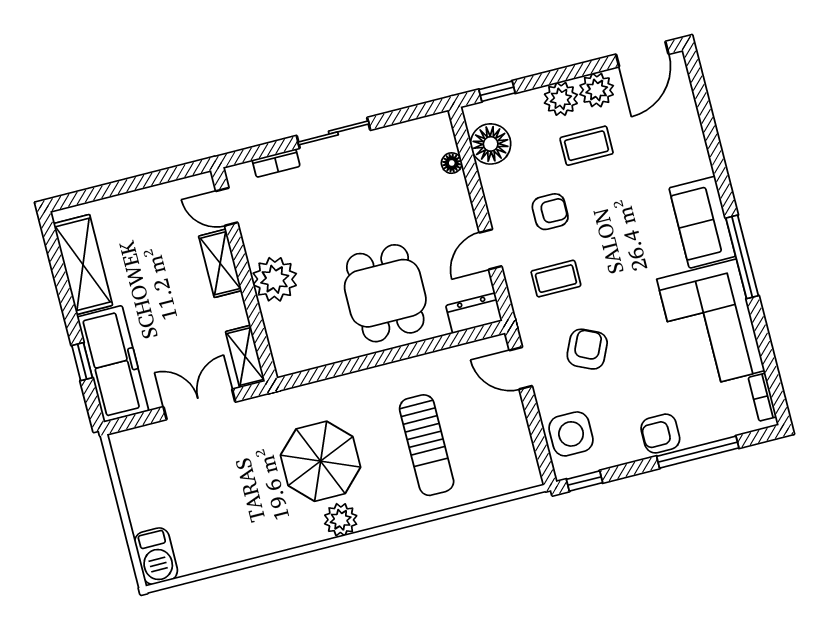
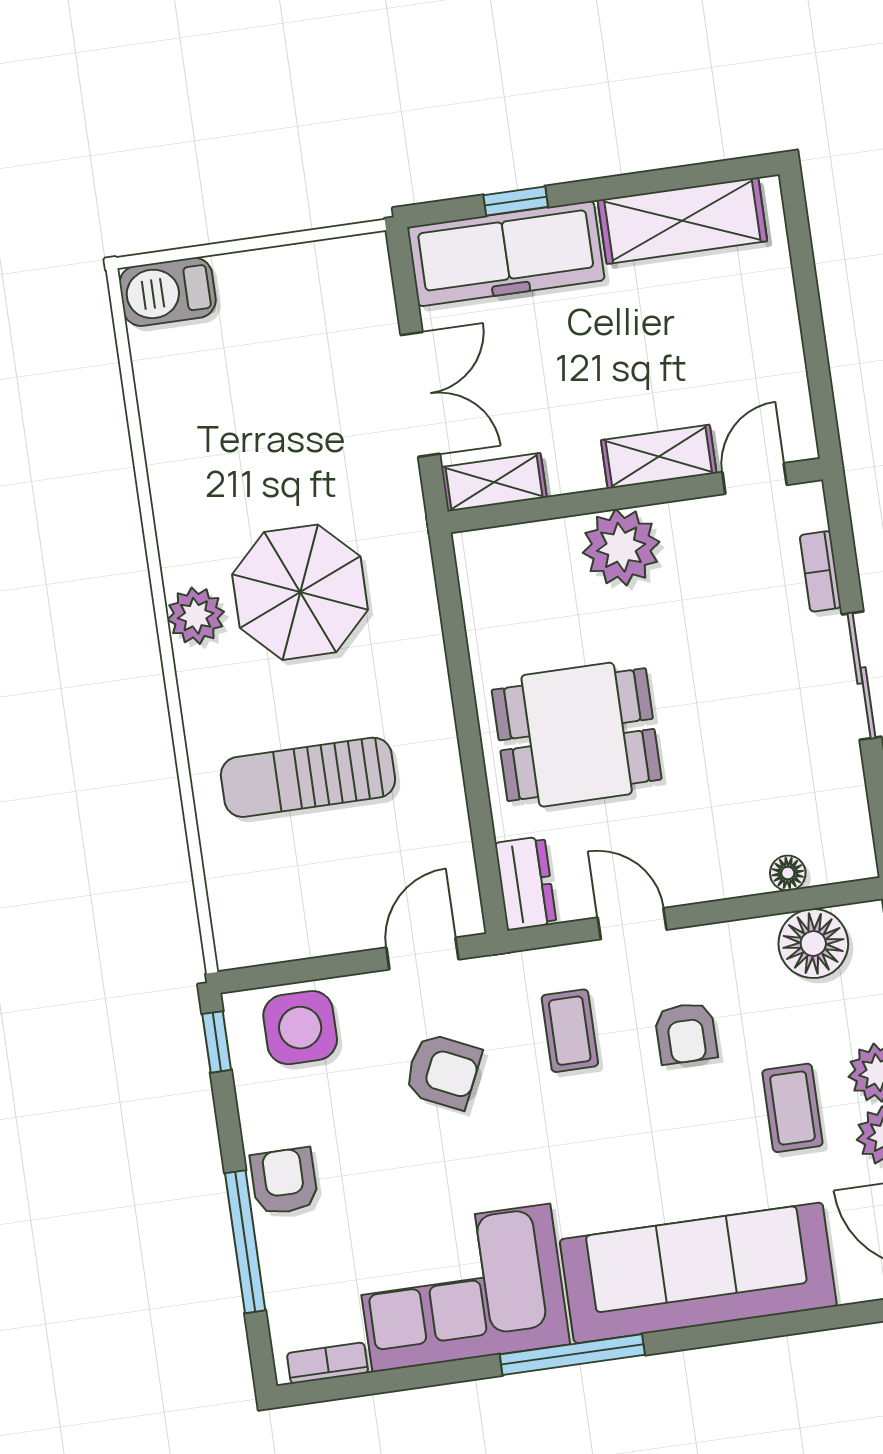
sofa: (702, 222) -> (698, 1273), width x1.85, depth x1.27

